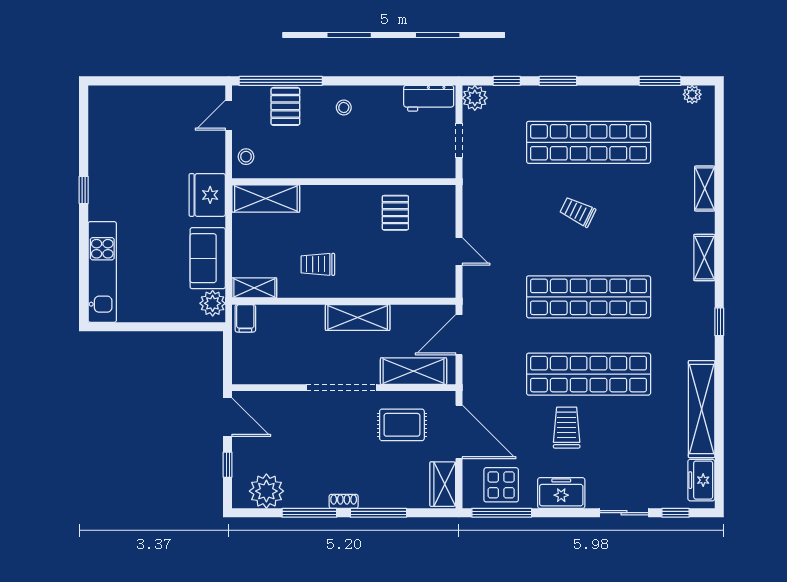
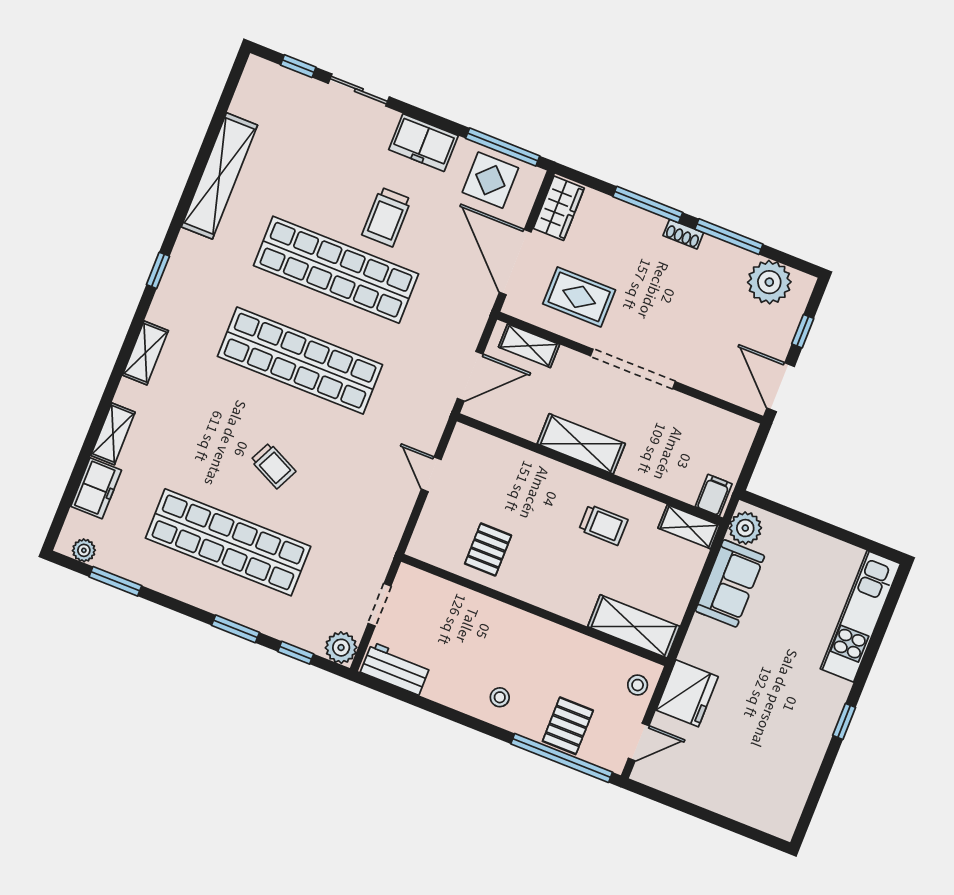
fridge: (207, 195) -> (687, 693), moved
shelving: (414, 371) -> (529, 346), width x0.67, depth x0.75
freezer: (701, 480) -> (96, 488), moved

